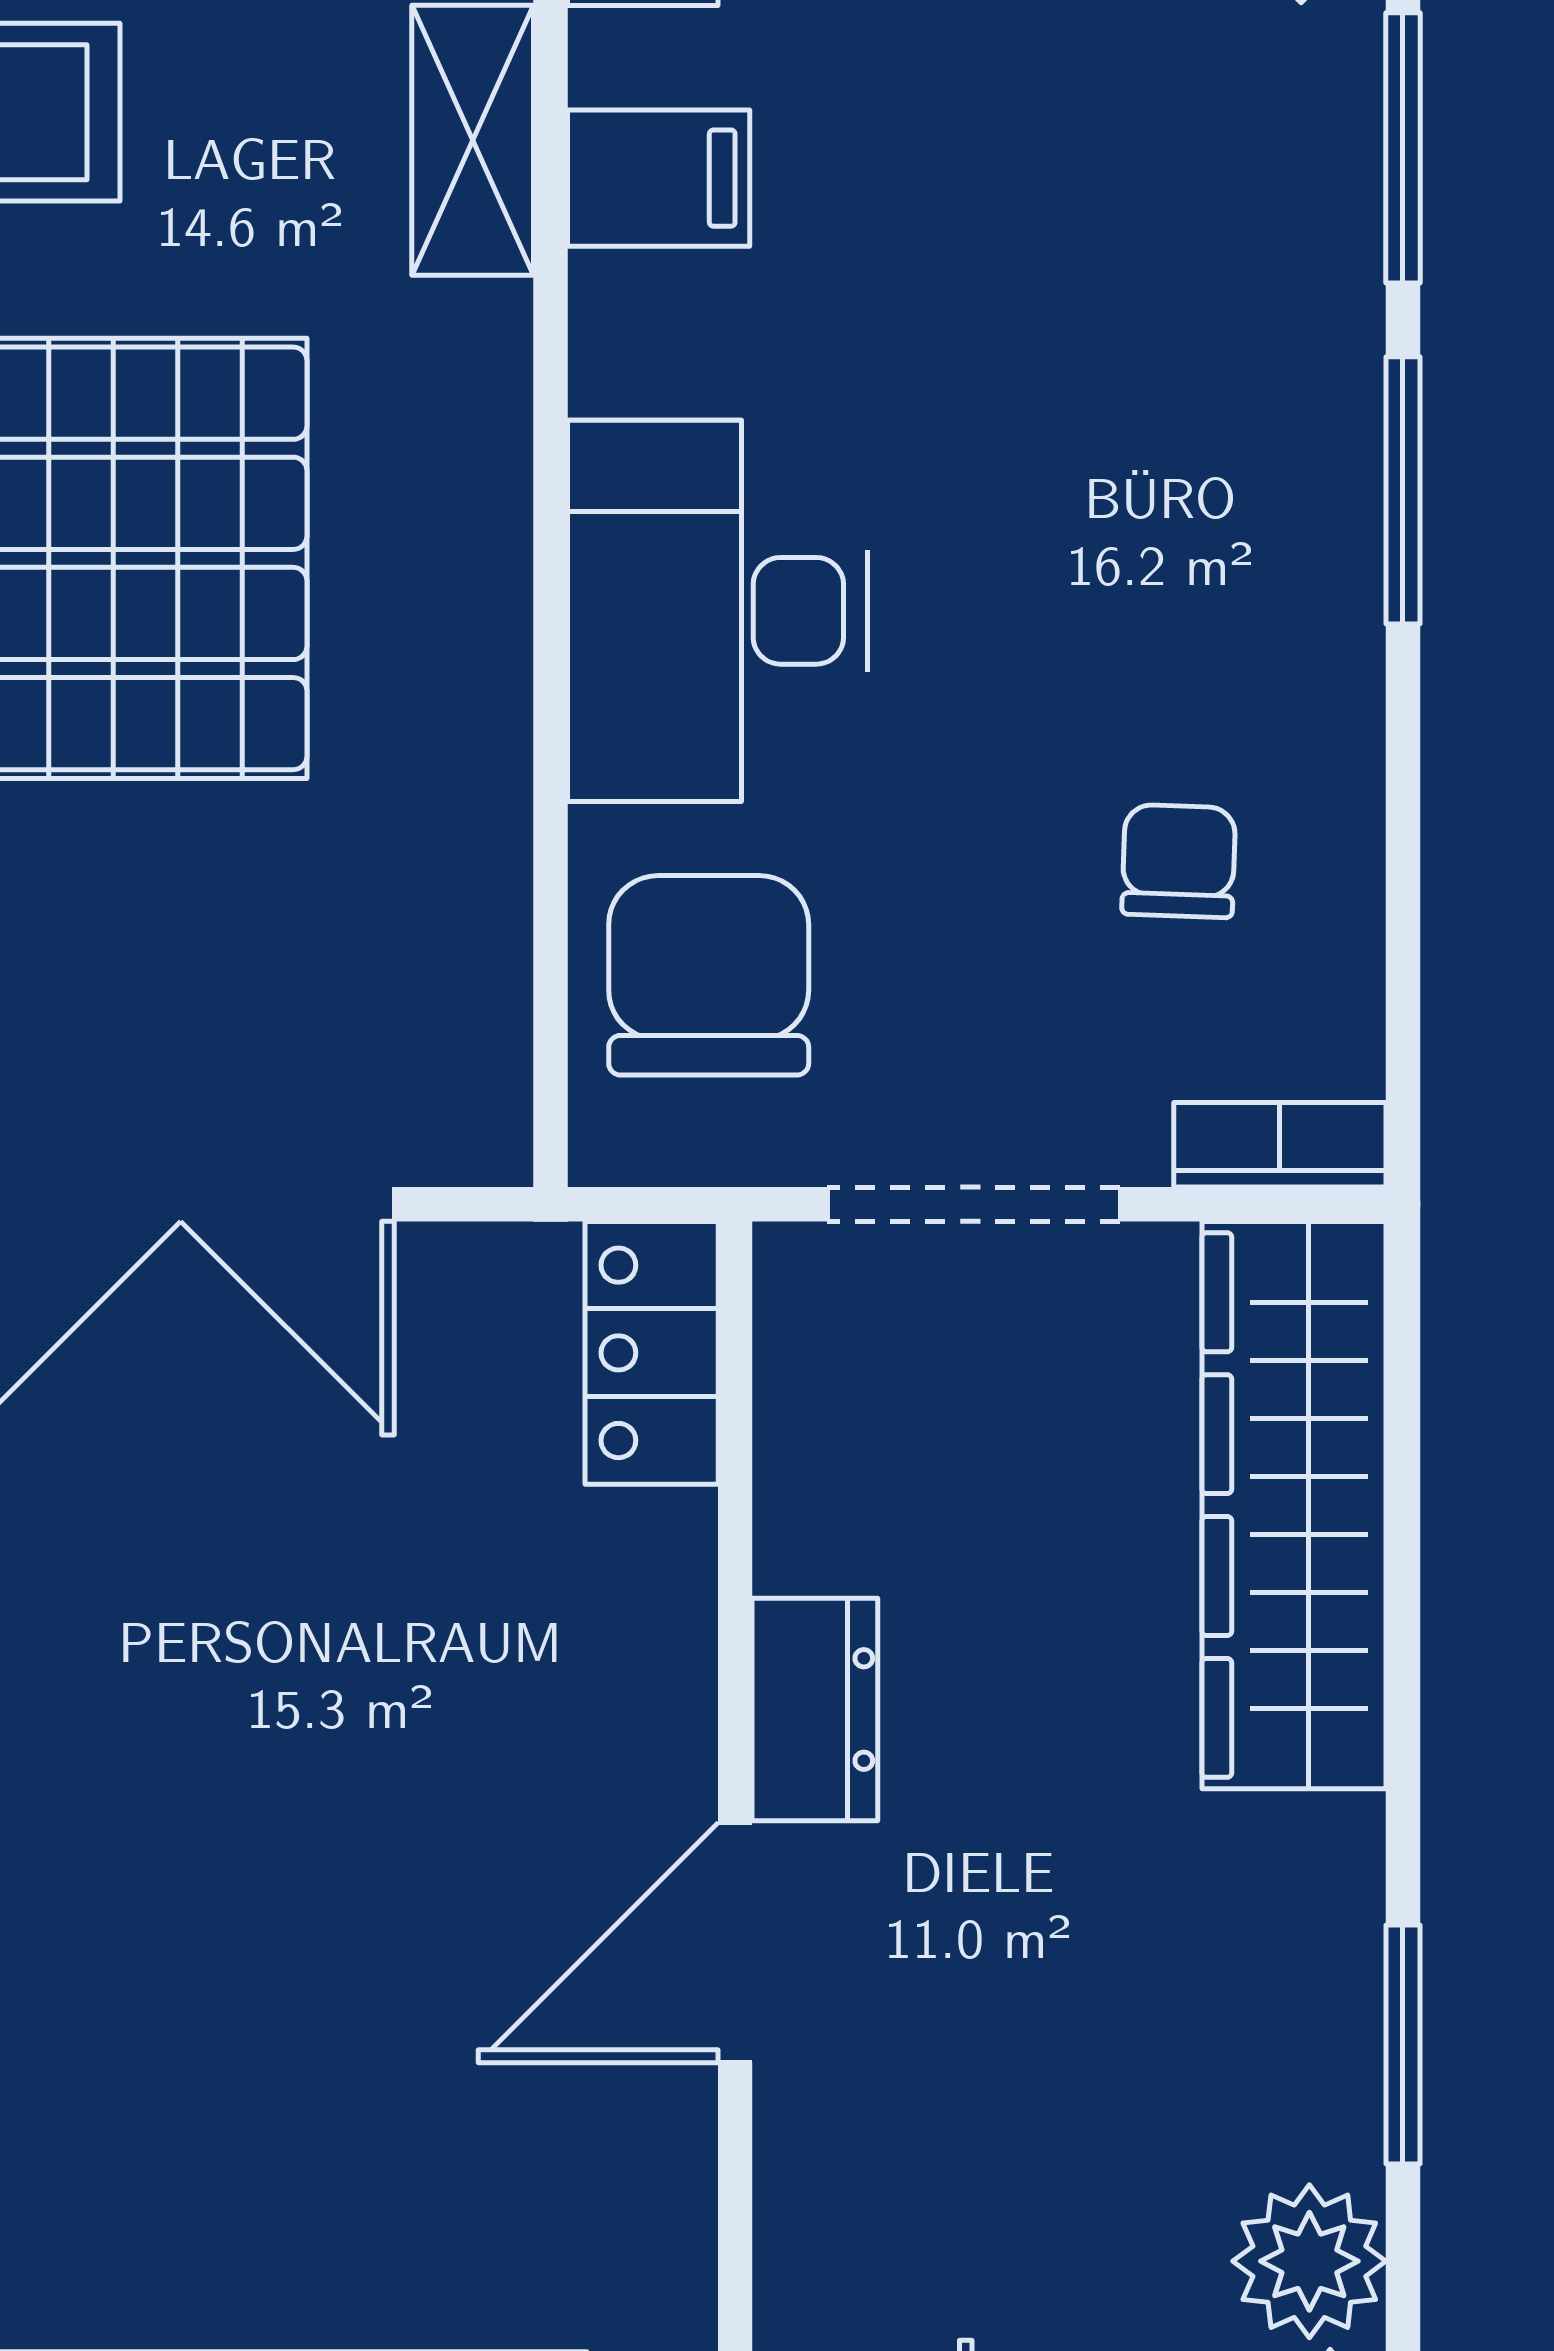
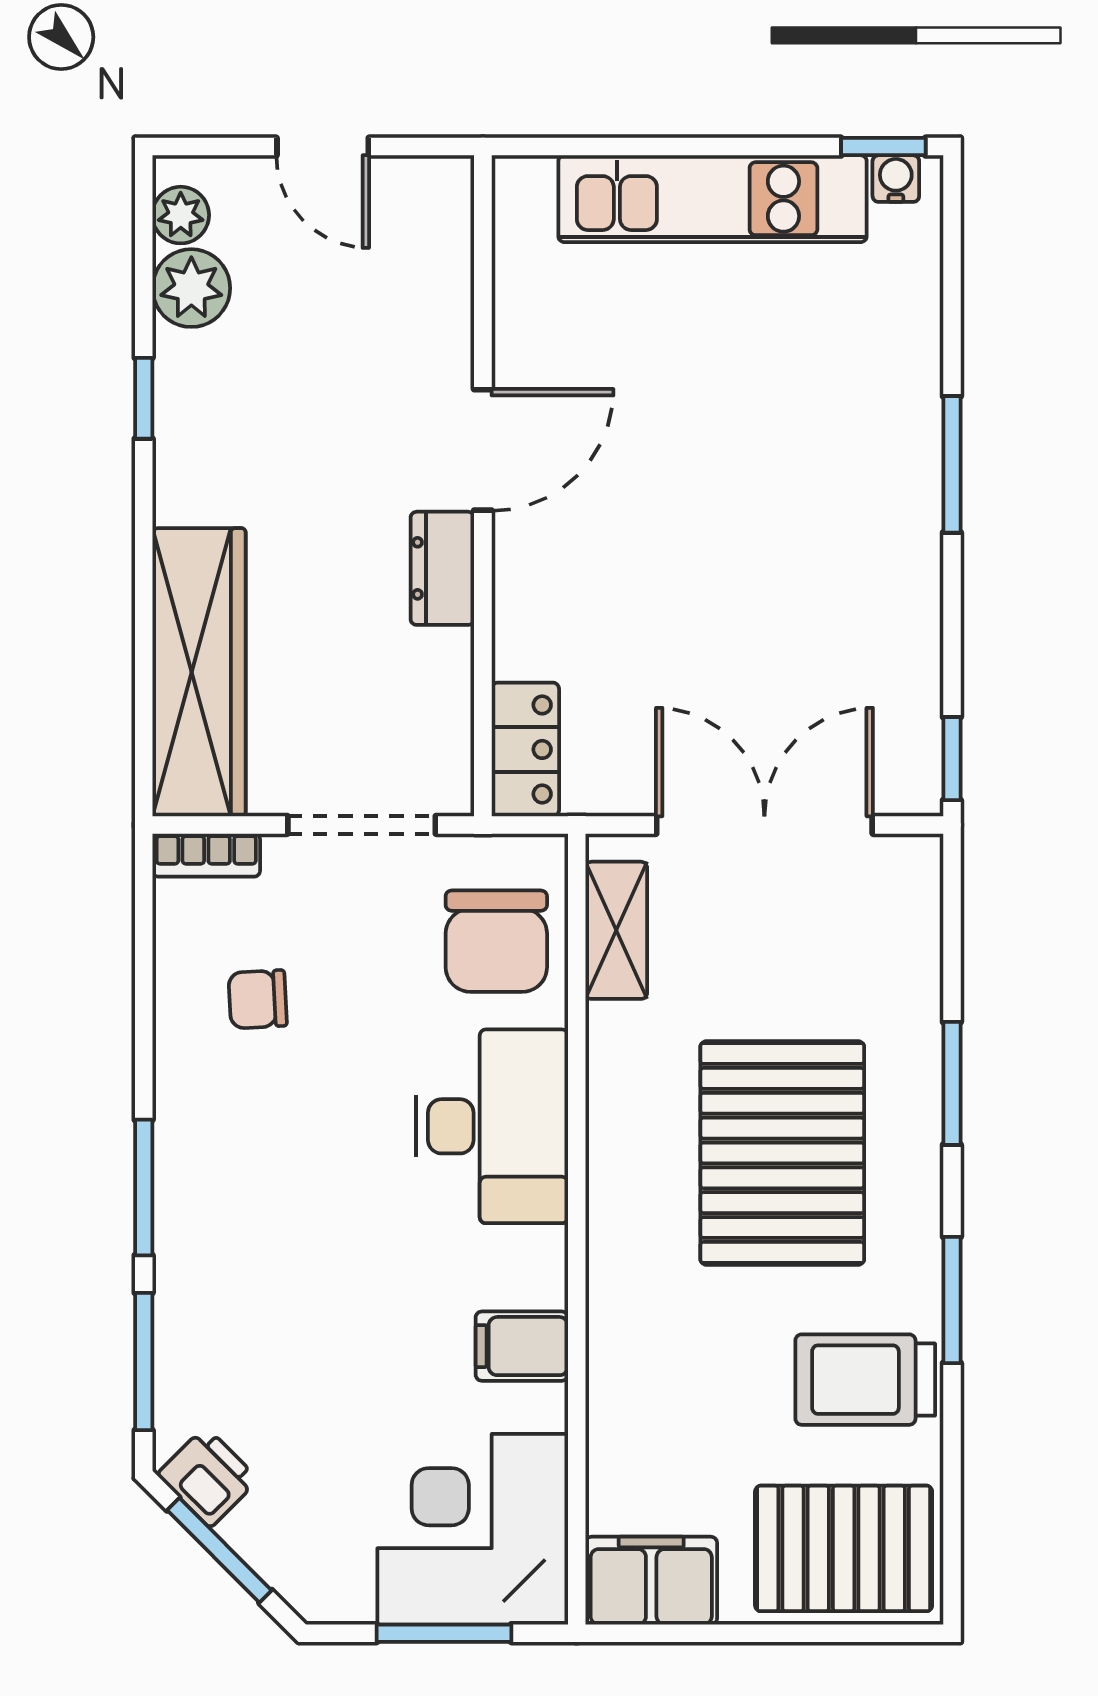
shelving: (473, 140) -> (616, 930), moved
chair: (1179, 861) -> (258, 999), turned 85
window: (1403, 2044) -> (144, 398), width x0.67

